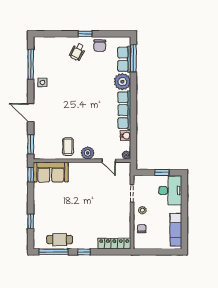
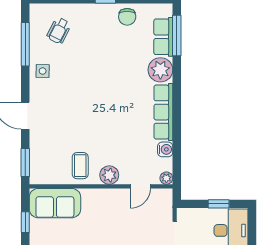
wheelchair: (77, 52) -> (59, 31), moved
door: (109, 161) -> (140, 186), hinge flipped
window: (31, 175) -> (25, 222), moved

